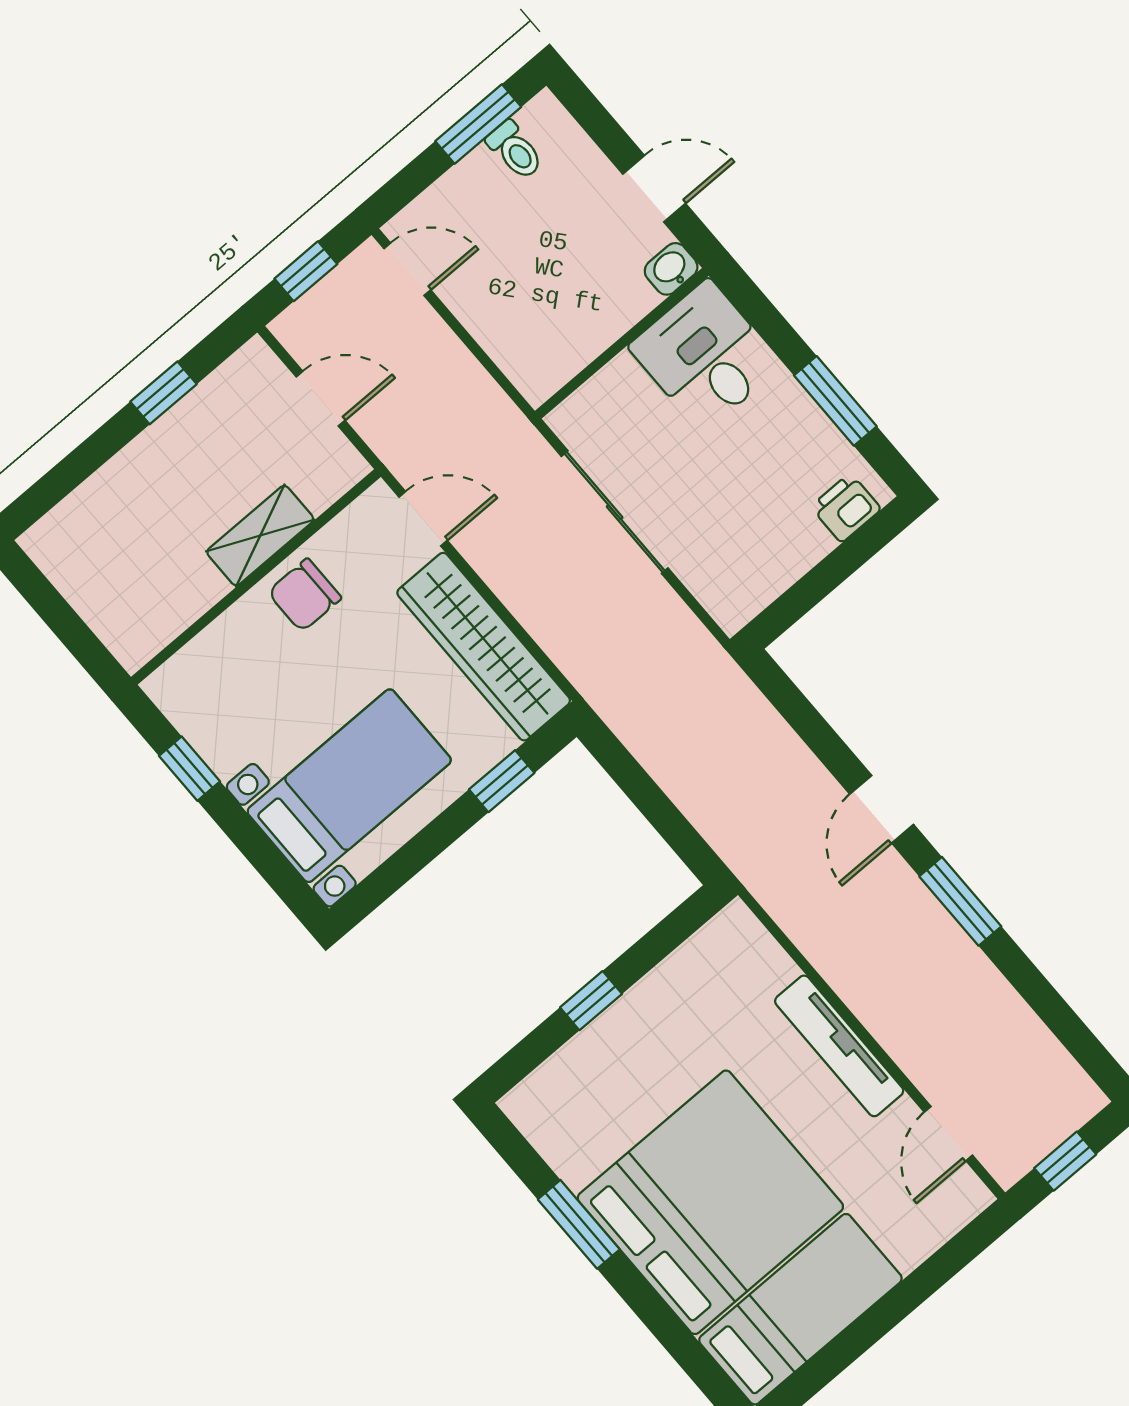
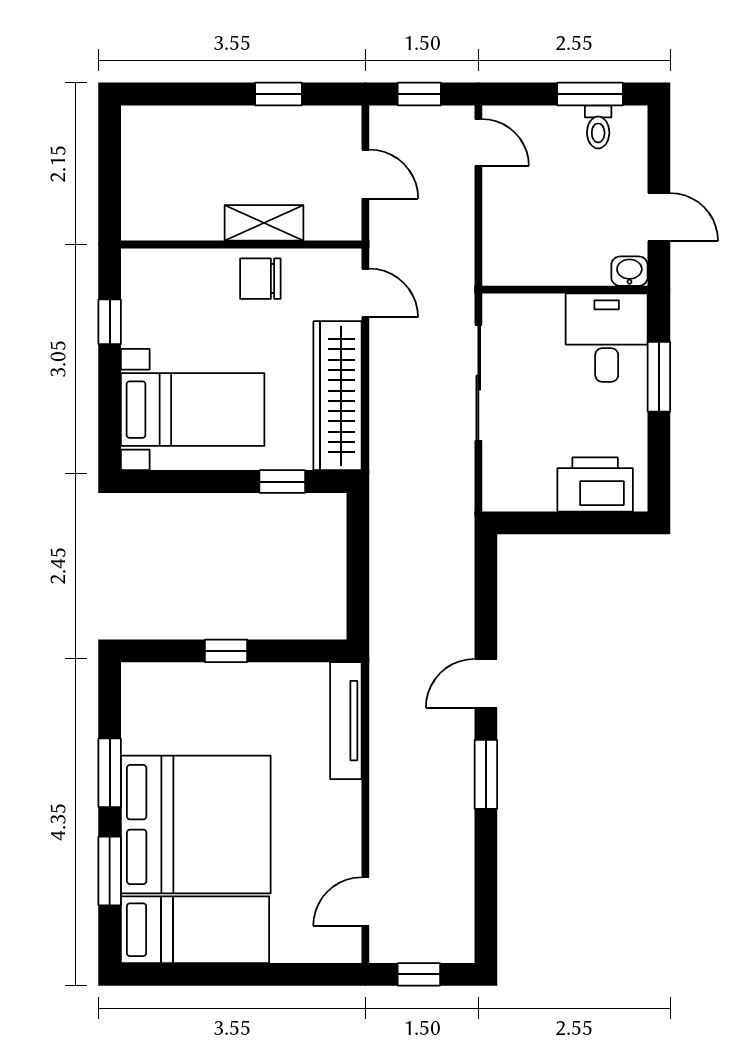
window: (835, 401) -> (659, 377), moved
printer: (846, 508) -> (595, 484), width x1.87, depth x1.48
tv unit: (839, 1046) -> (346, 721), moved
window: (663, 1324) -> (110, 871), added

